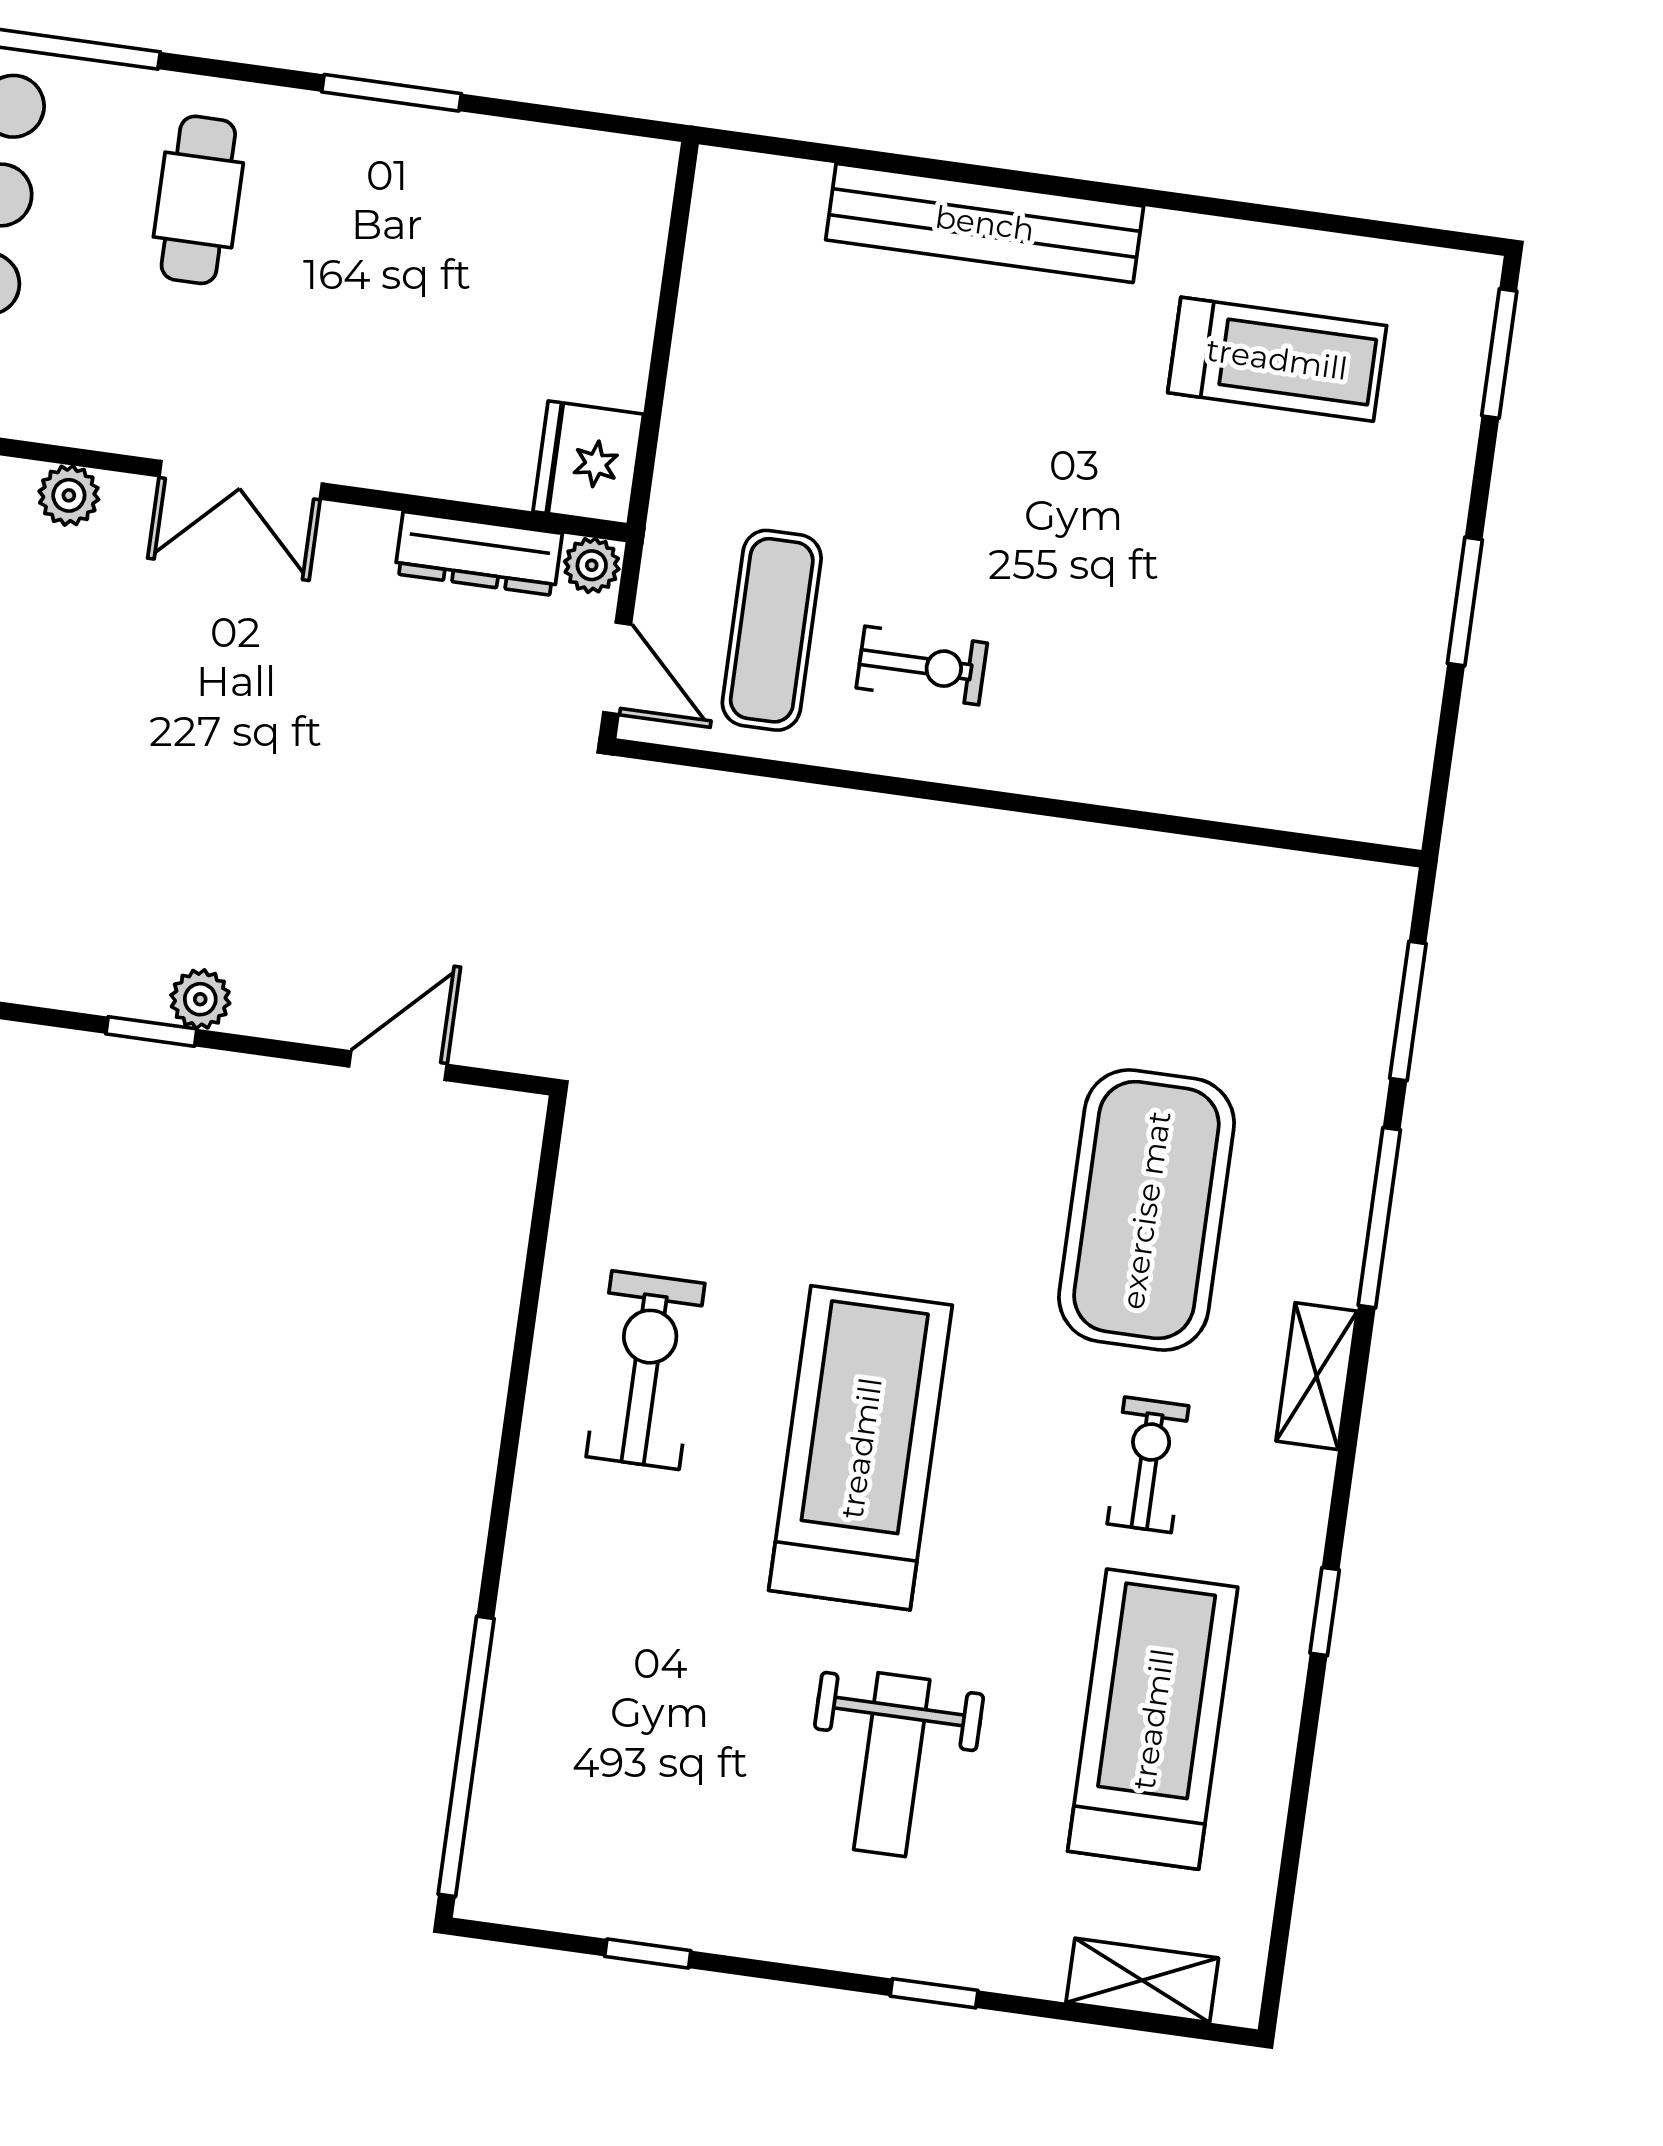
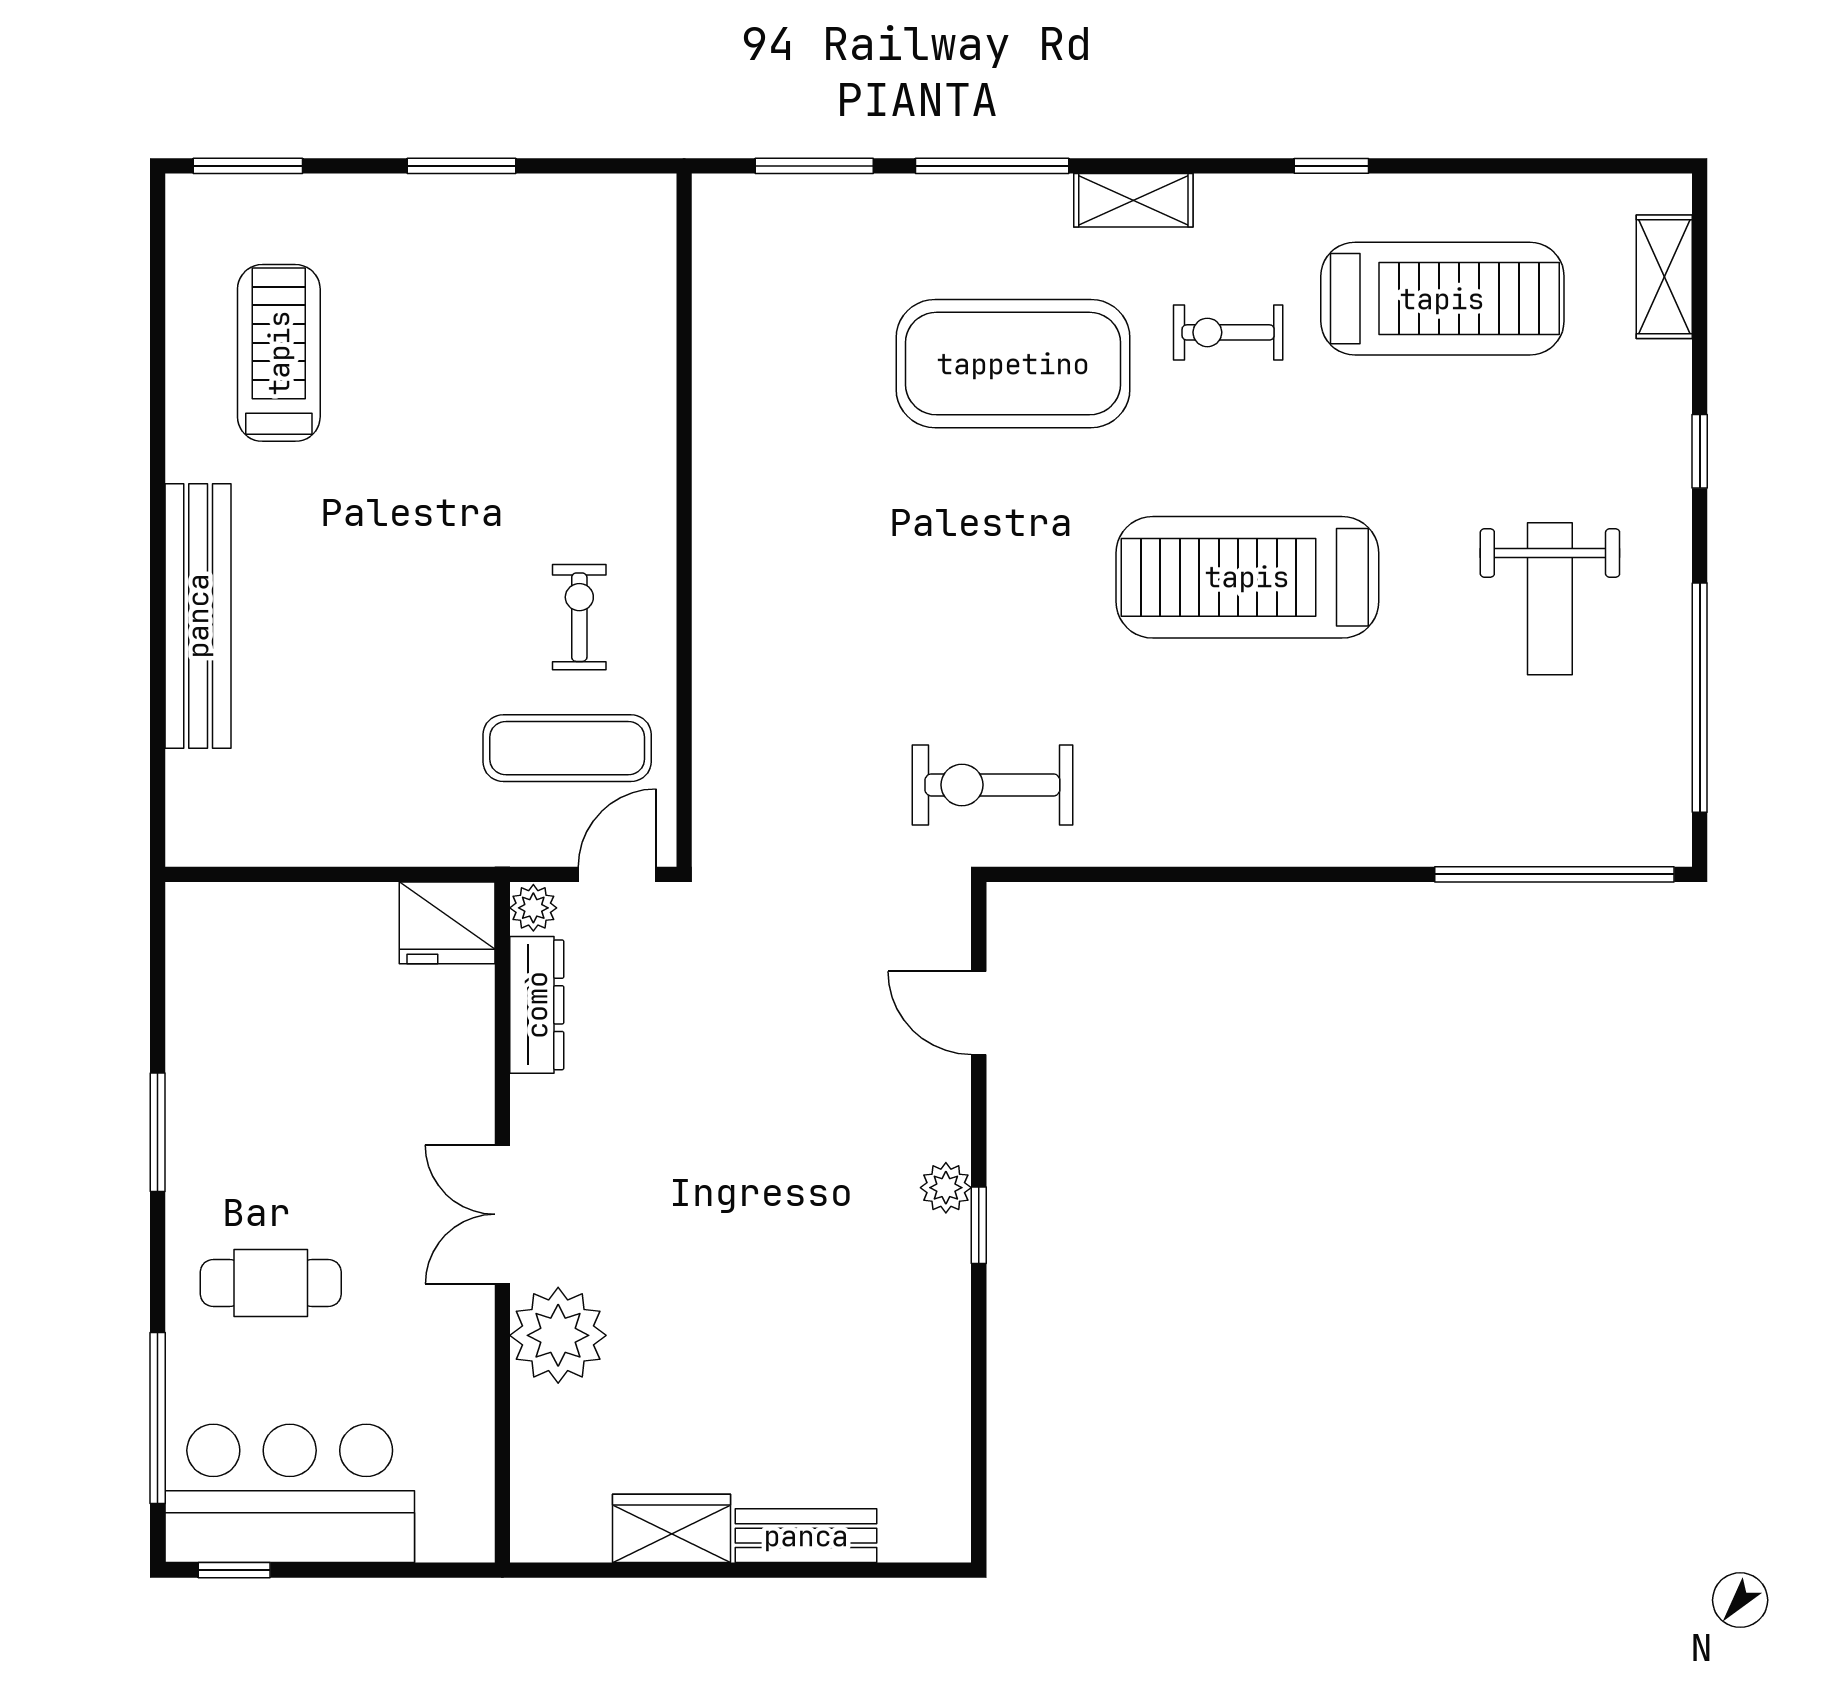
double door: (241, 480) -> (502, 1214), swing flipped
plant: (69, 495) -> (558, 1335), width x1.88, depth x1.88
exercise bike: (645, 1370) -> (992, 785), moved
treadmill: (1153, 1719) -> (1442, 299), turned 180
weight bench: (892, 1765) -> (1550, 599), moved, turned 90
window: (648, 1954) -> (1700, 698), width x3.17

